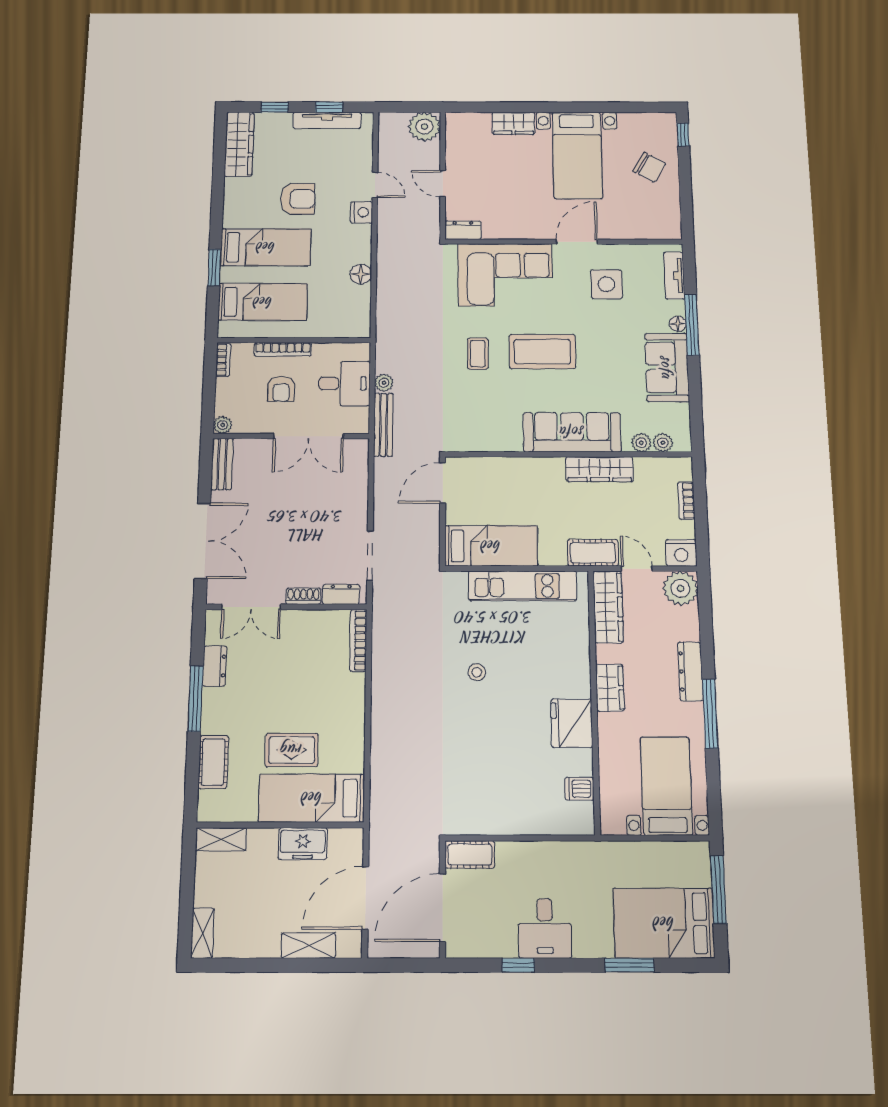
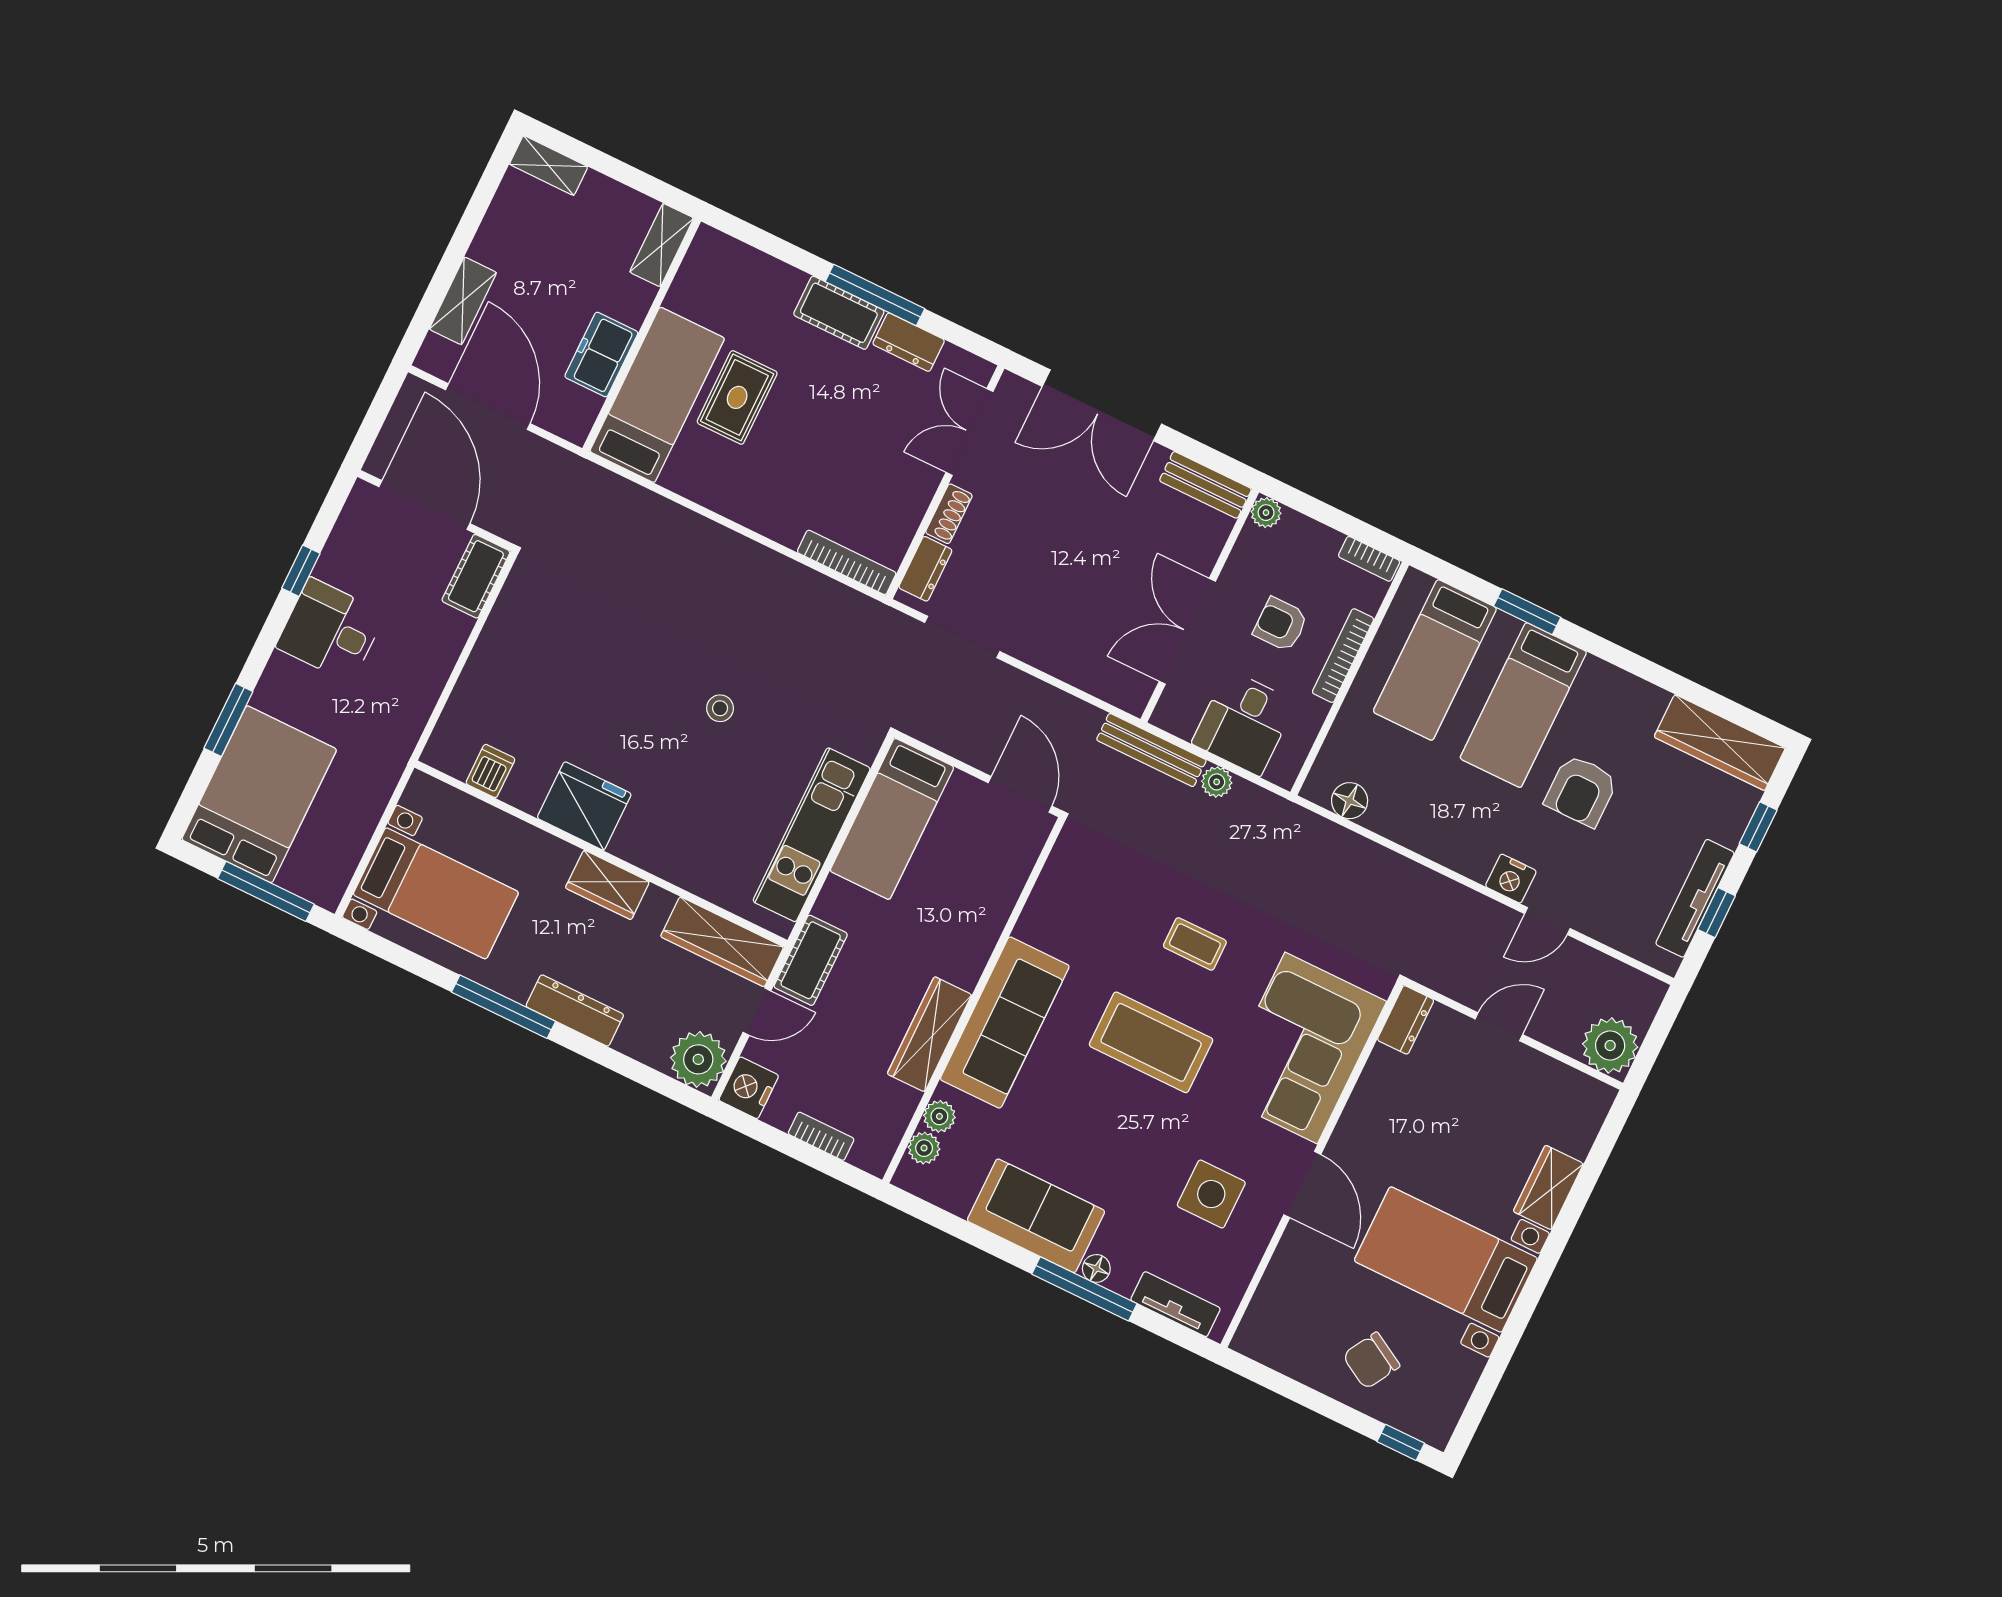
floor lamp: (361, 274) -> (1350, 801), moved
coffee table: (542, 352) -> (1151, 1042), turned 90
cot: (213, 762) -> (839, 313), moved

